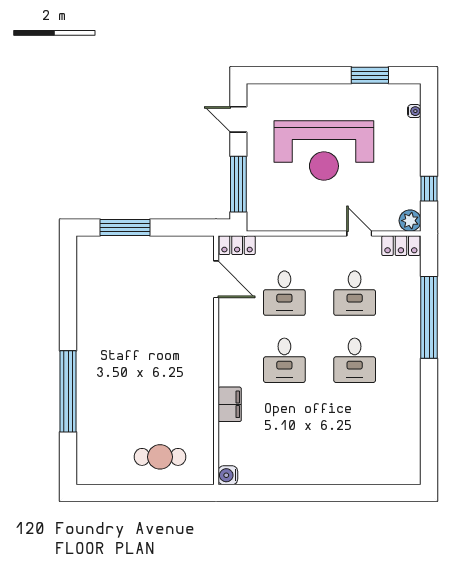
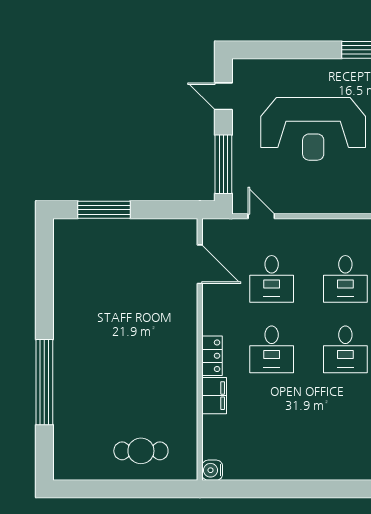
door: (359, 234) -> (261, 216), moved
locker: (237, 245) -> (212, 356), moved, turned -90

